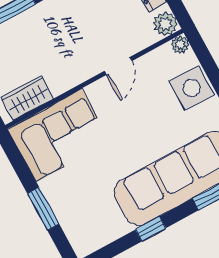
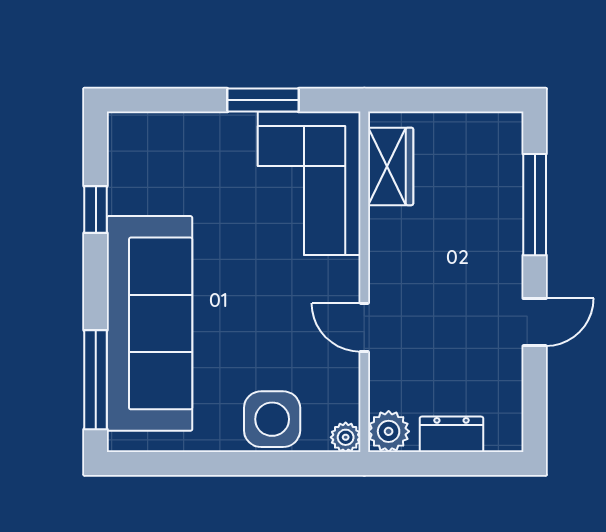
window: (43, 209) -> (263, 100), moved
window: (151, 229) -> (96, 209), moved

